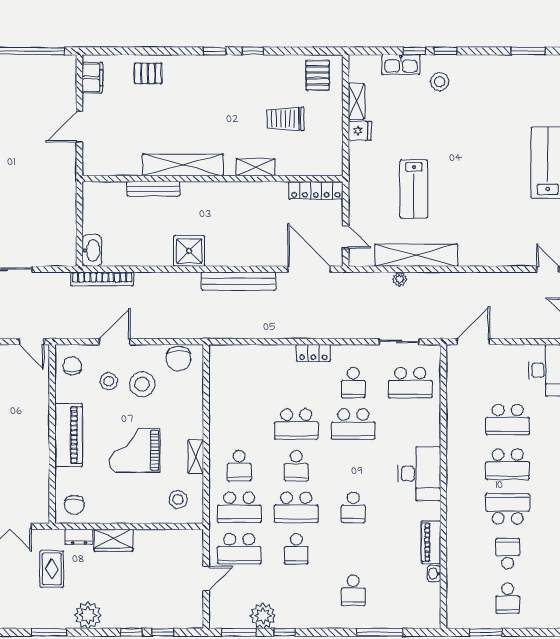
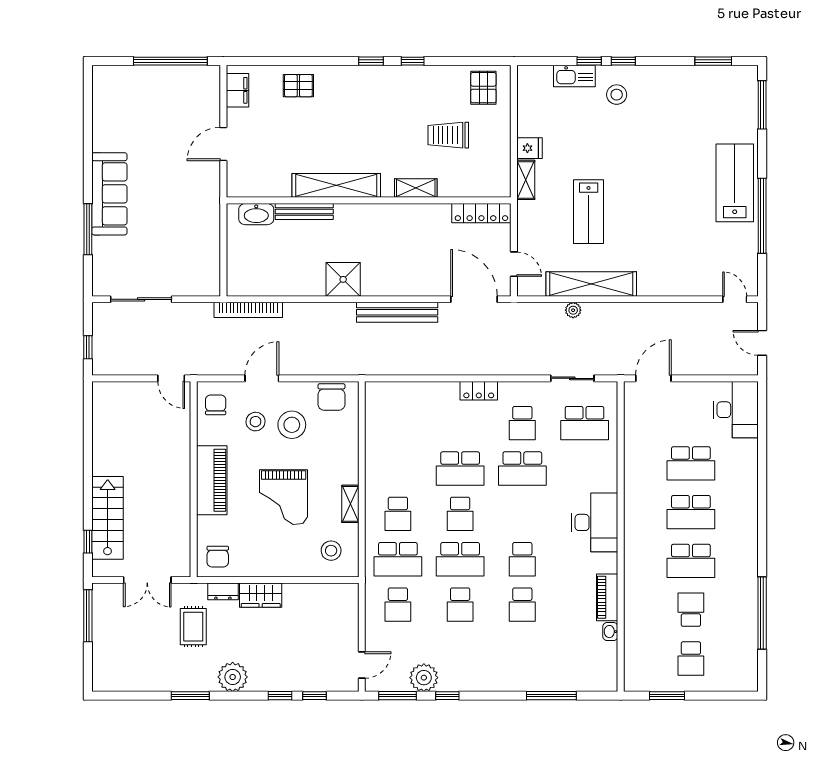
shelving: (356, 102) -> (526, 180), moved
washbasin: (92, 250) -> (256, 214), moved, turned 90
grand piano: (135, 450) -> (284, 497), turned -90
school desk: (508, 509) -> (691, 561), turned 180
school desk: (239, 549) -> (398, 605), width x0.54
door: (206, 578) -> (362, 665), moved
school desk: (353, 590) -> (522, 605), moved

